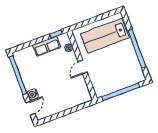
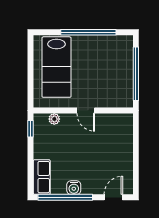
row of seats: (47, 46) -> (42, 177), moved
water cooler: (33, 94) -> (74, 188), moved
door: (30, 108) -> (113, 197), hinge flipped

